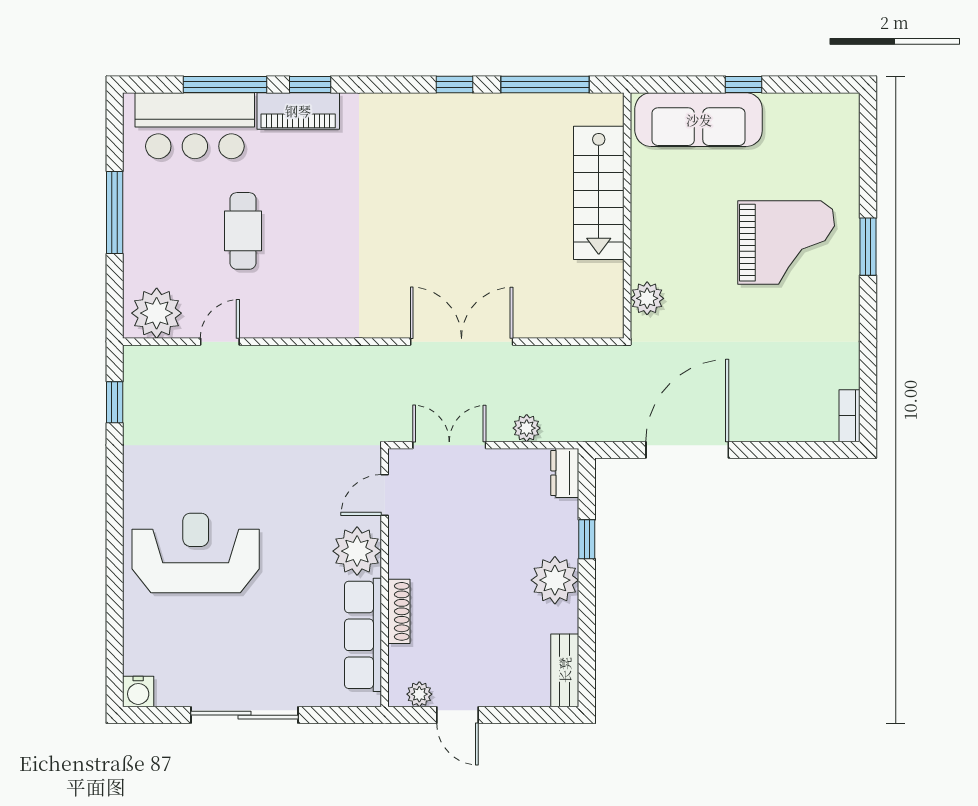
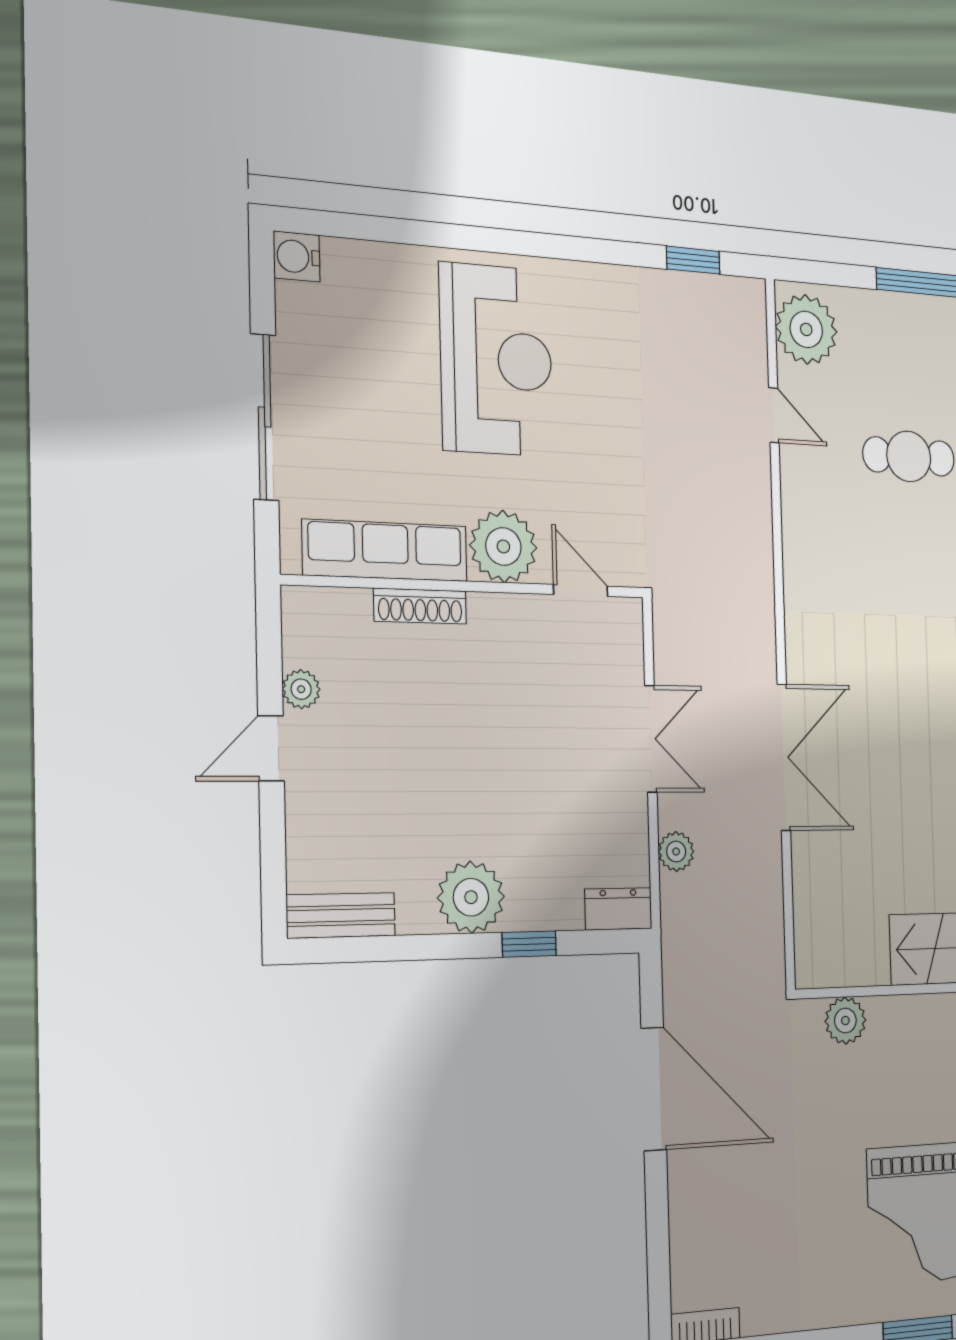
door: (385, 495) -> (581, 590), moved
plant: (357, 551) -> (503, 546), moved
wall: (385, 578) -> (467, 586), moved
shoe rack: (399, 611) -> (420, 606), moved
row of seats: (363, 635) -> (385, 551), moved

